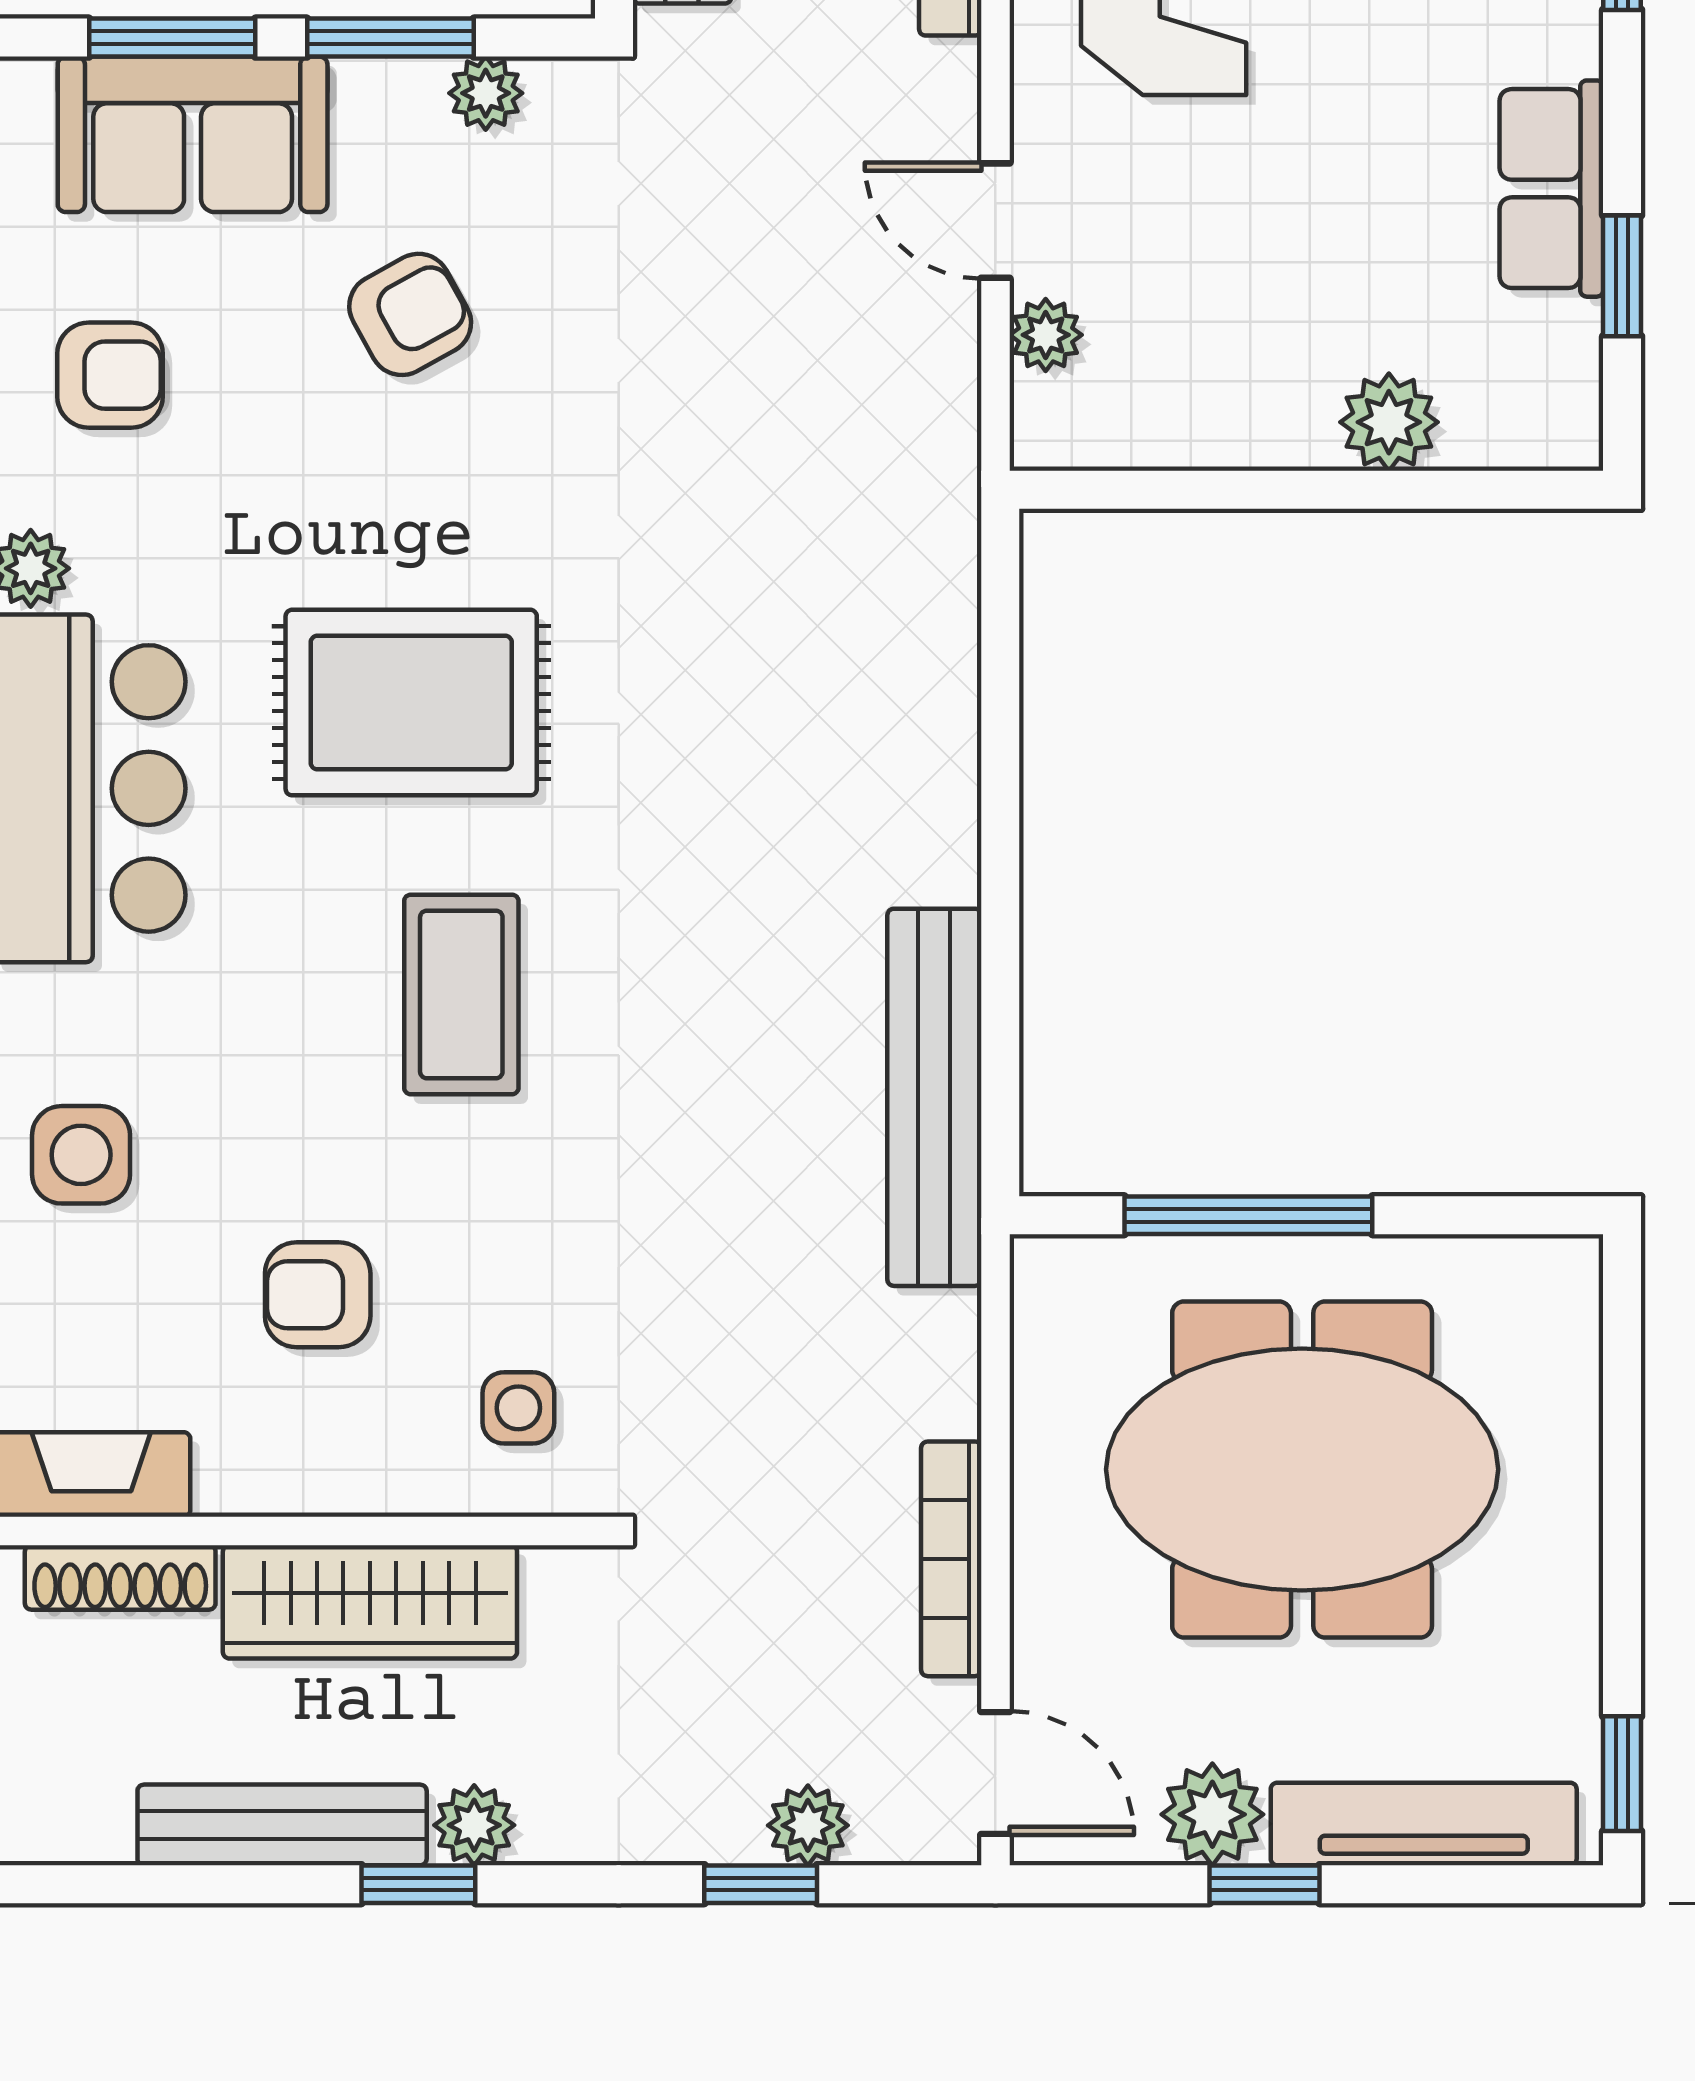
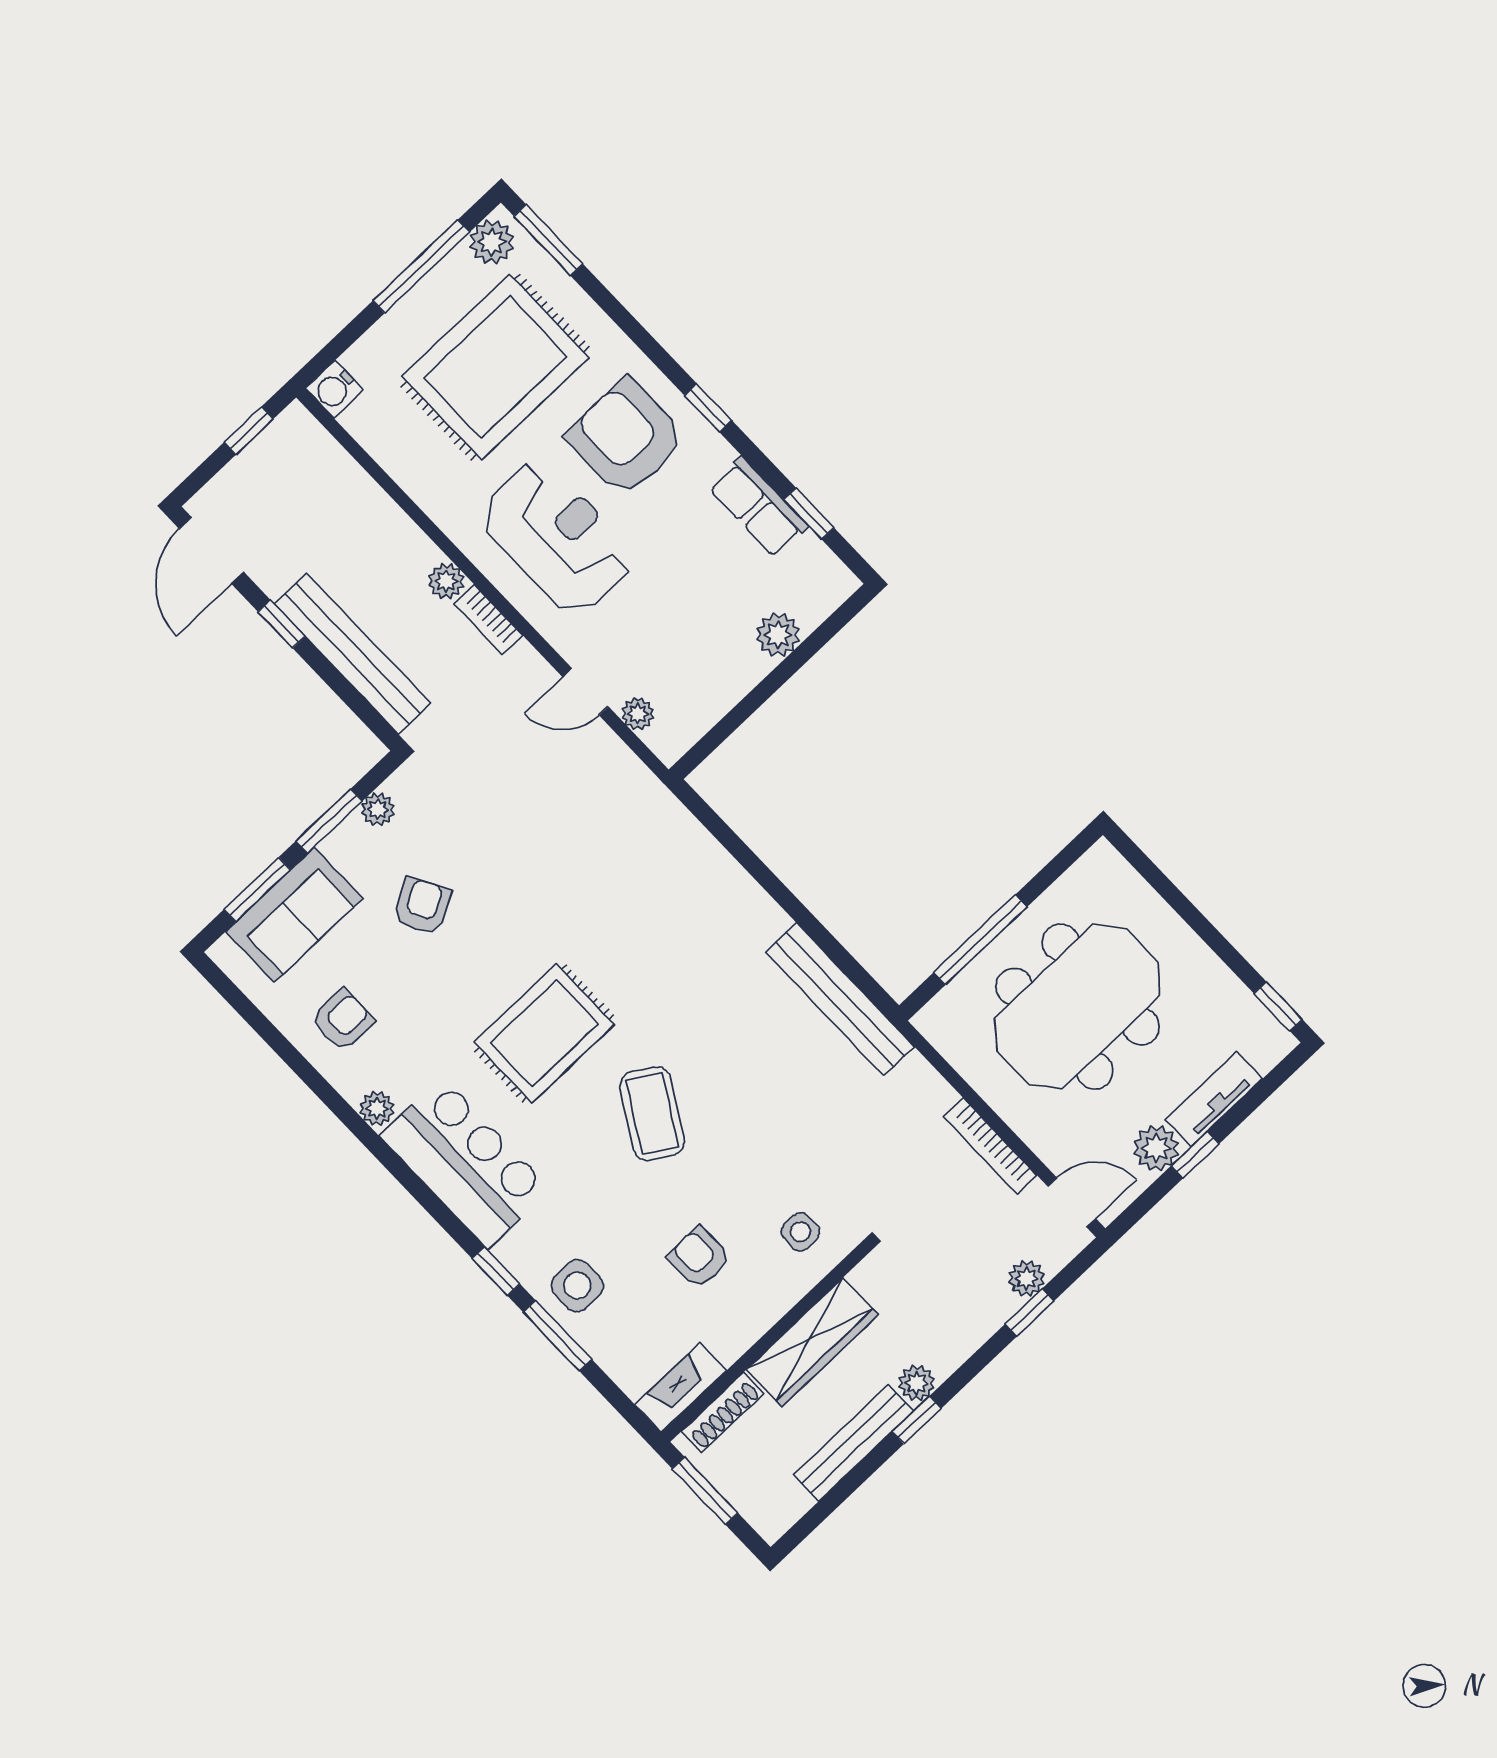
coffee table: (461, 994) -> (652, 1114), turned 31
armchair: (318, 1295) -> (699, 1258), turned 90
tv unit: (1424, 1824) -> (1214, 1099), width x0.71

